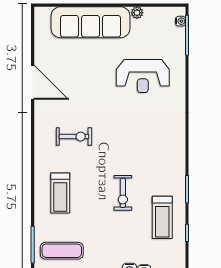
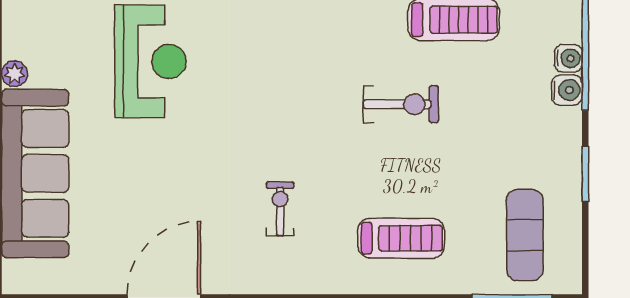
exercise bike: (74, 137) -> (280, 209), width x0.73, depth x0.72

